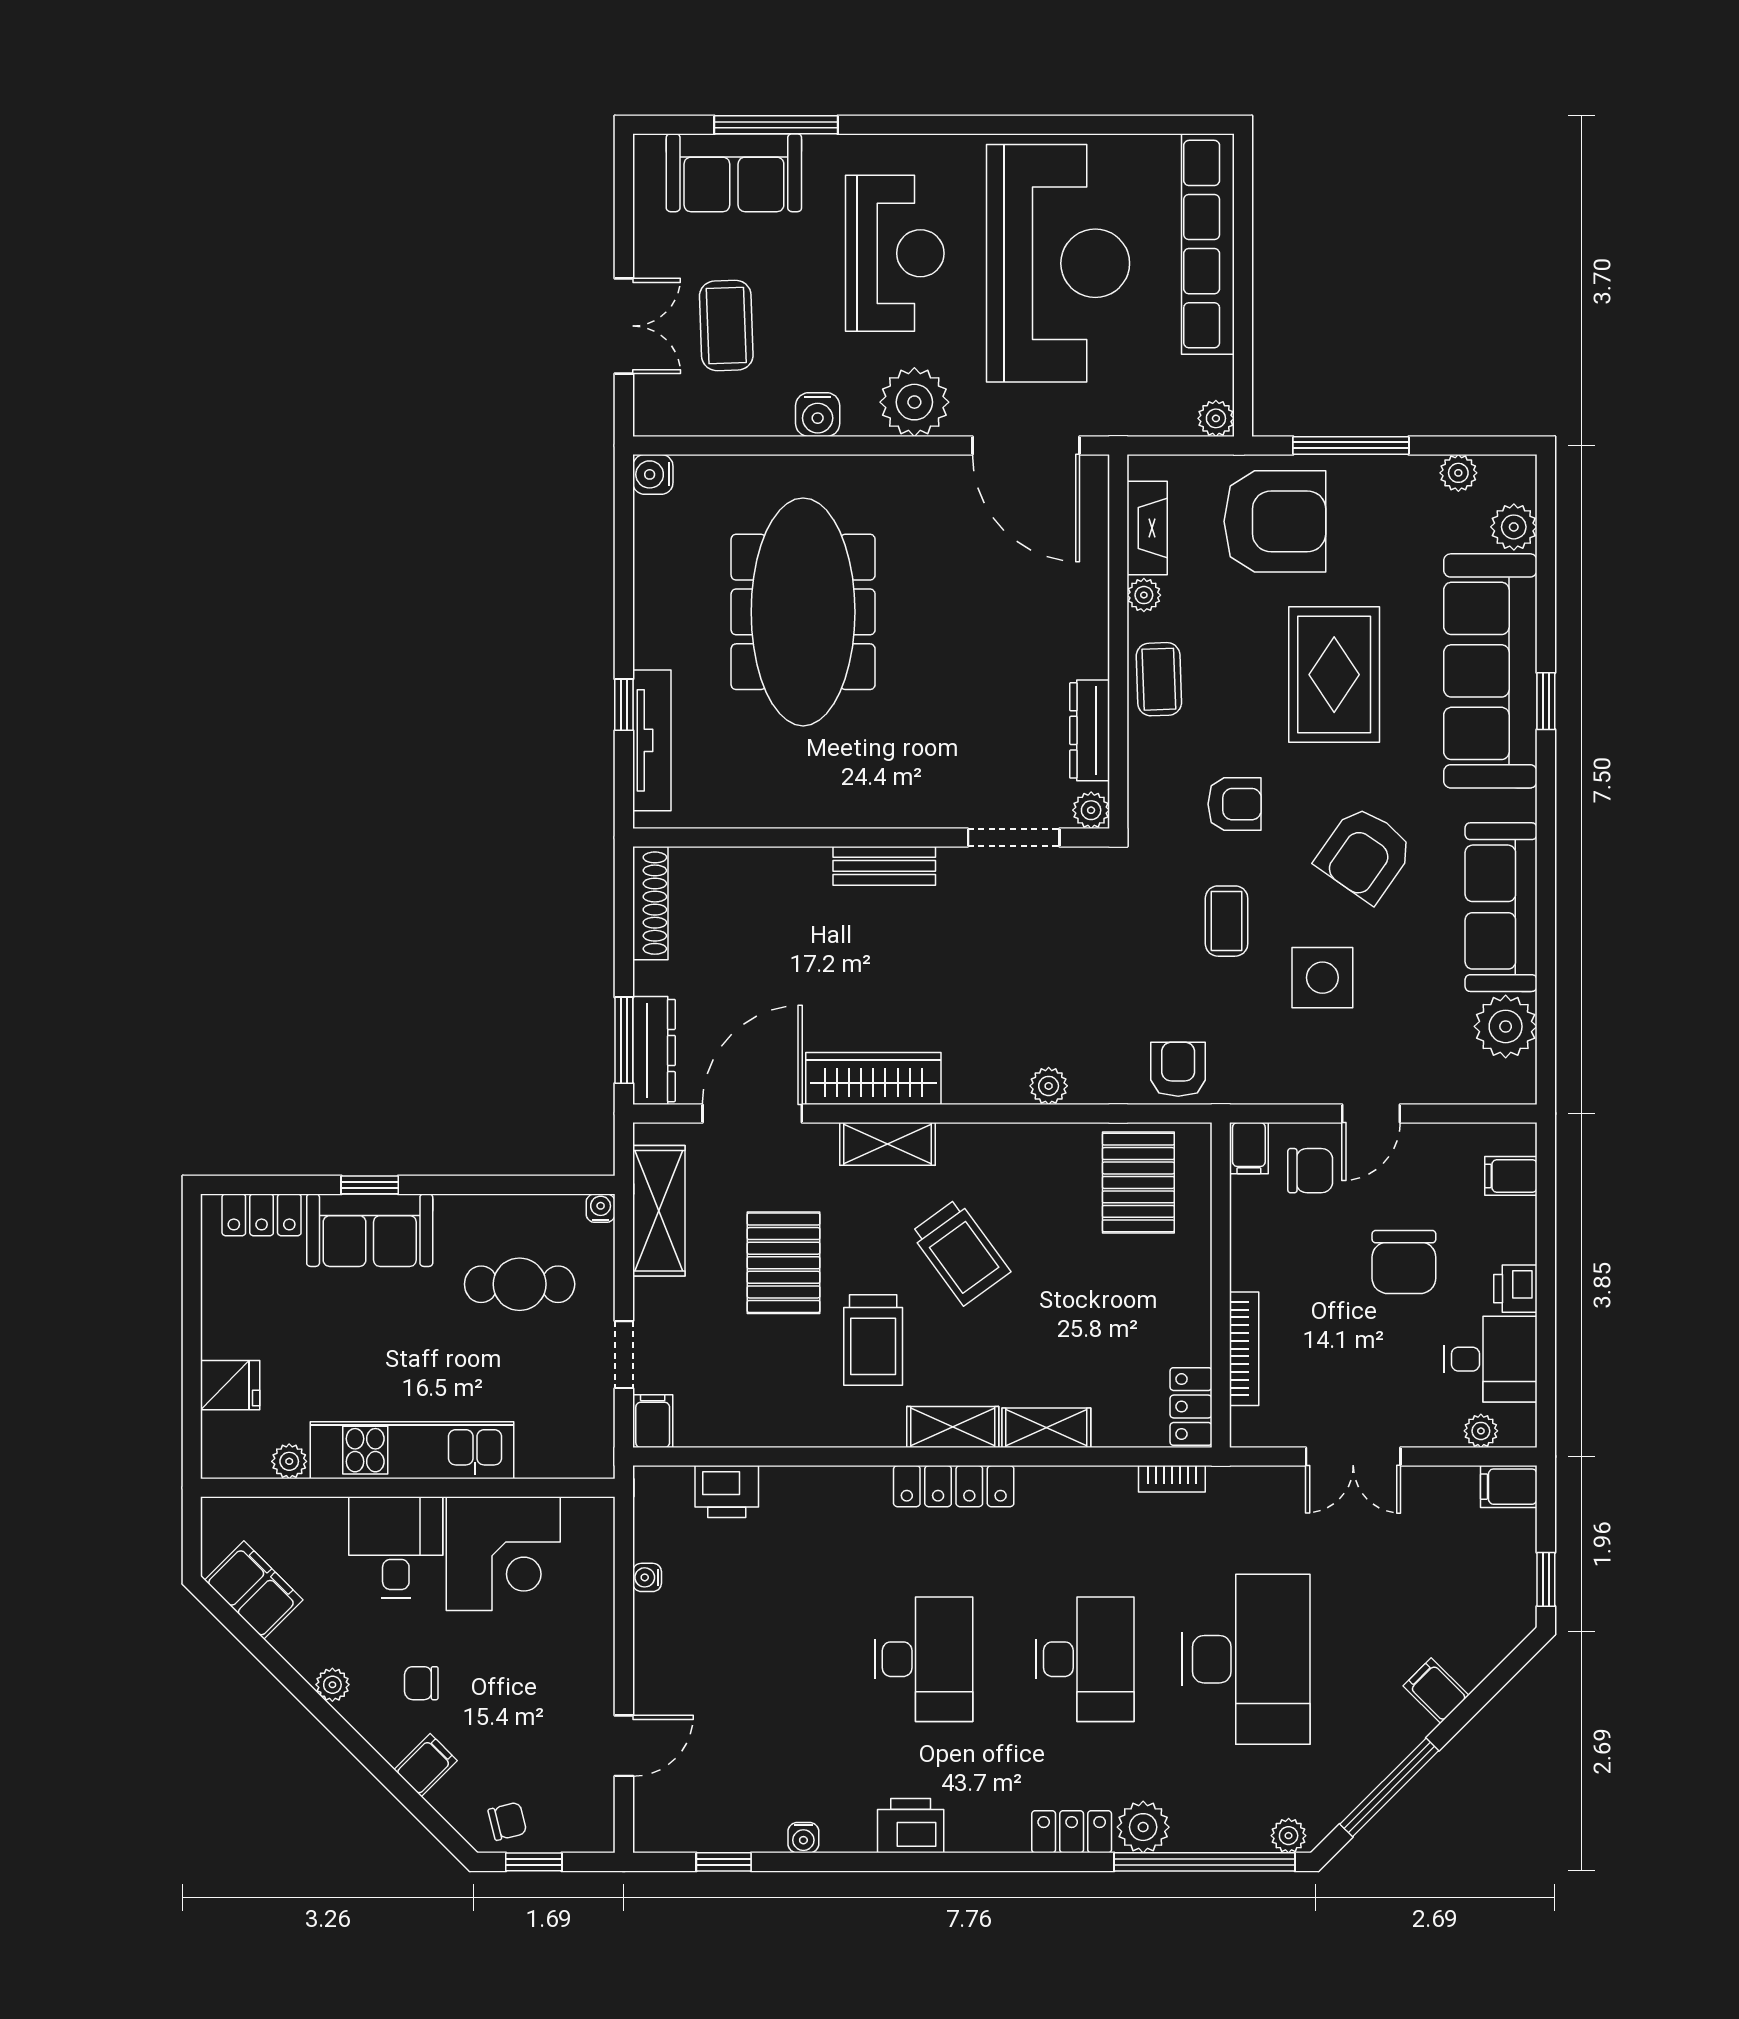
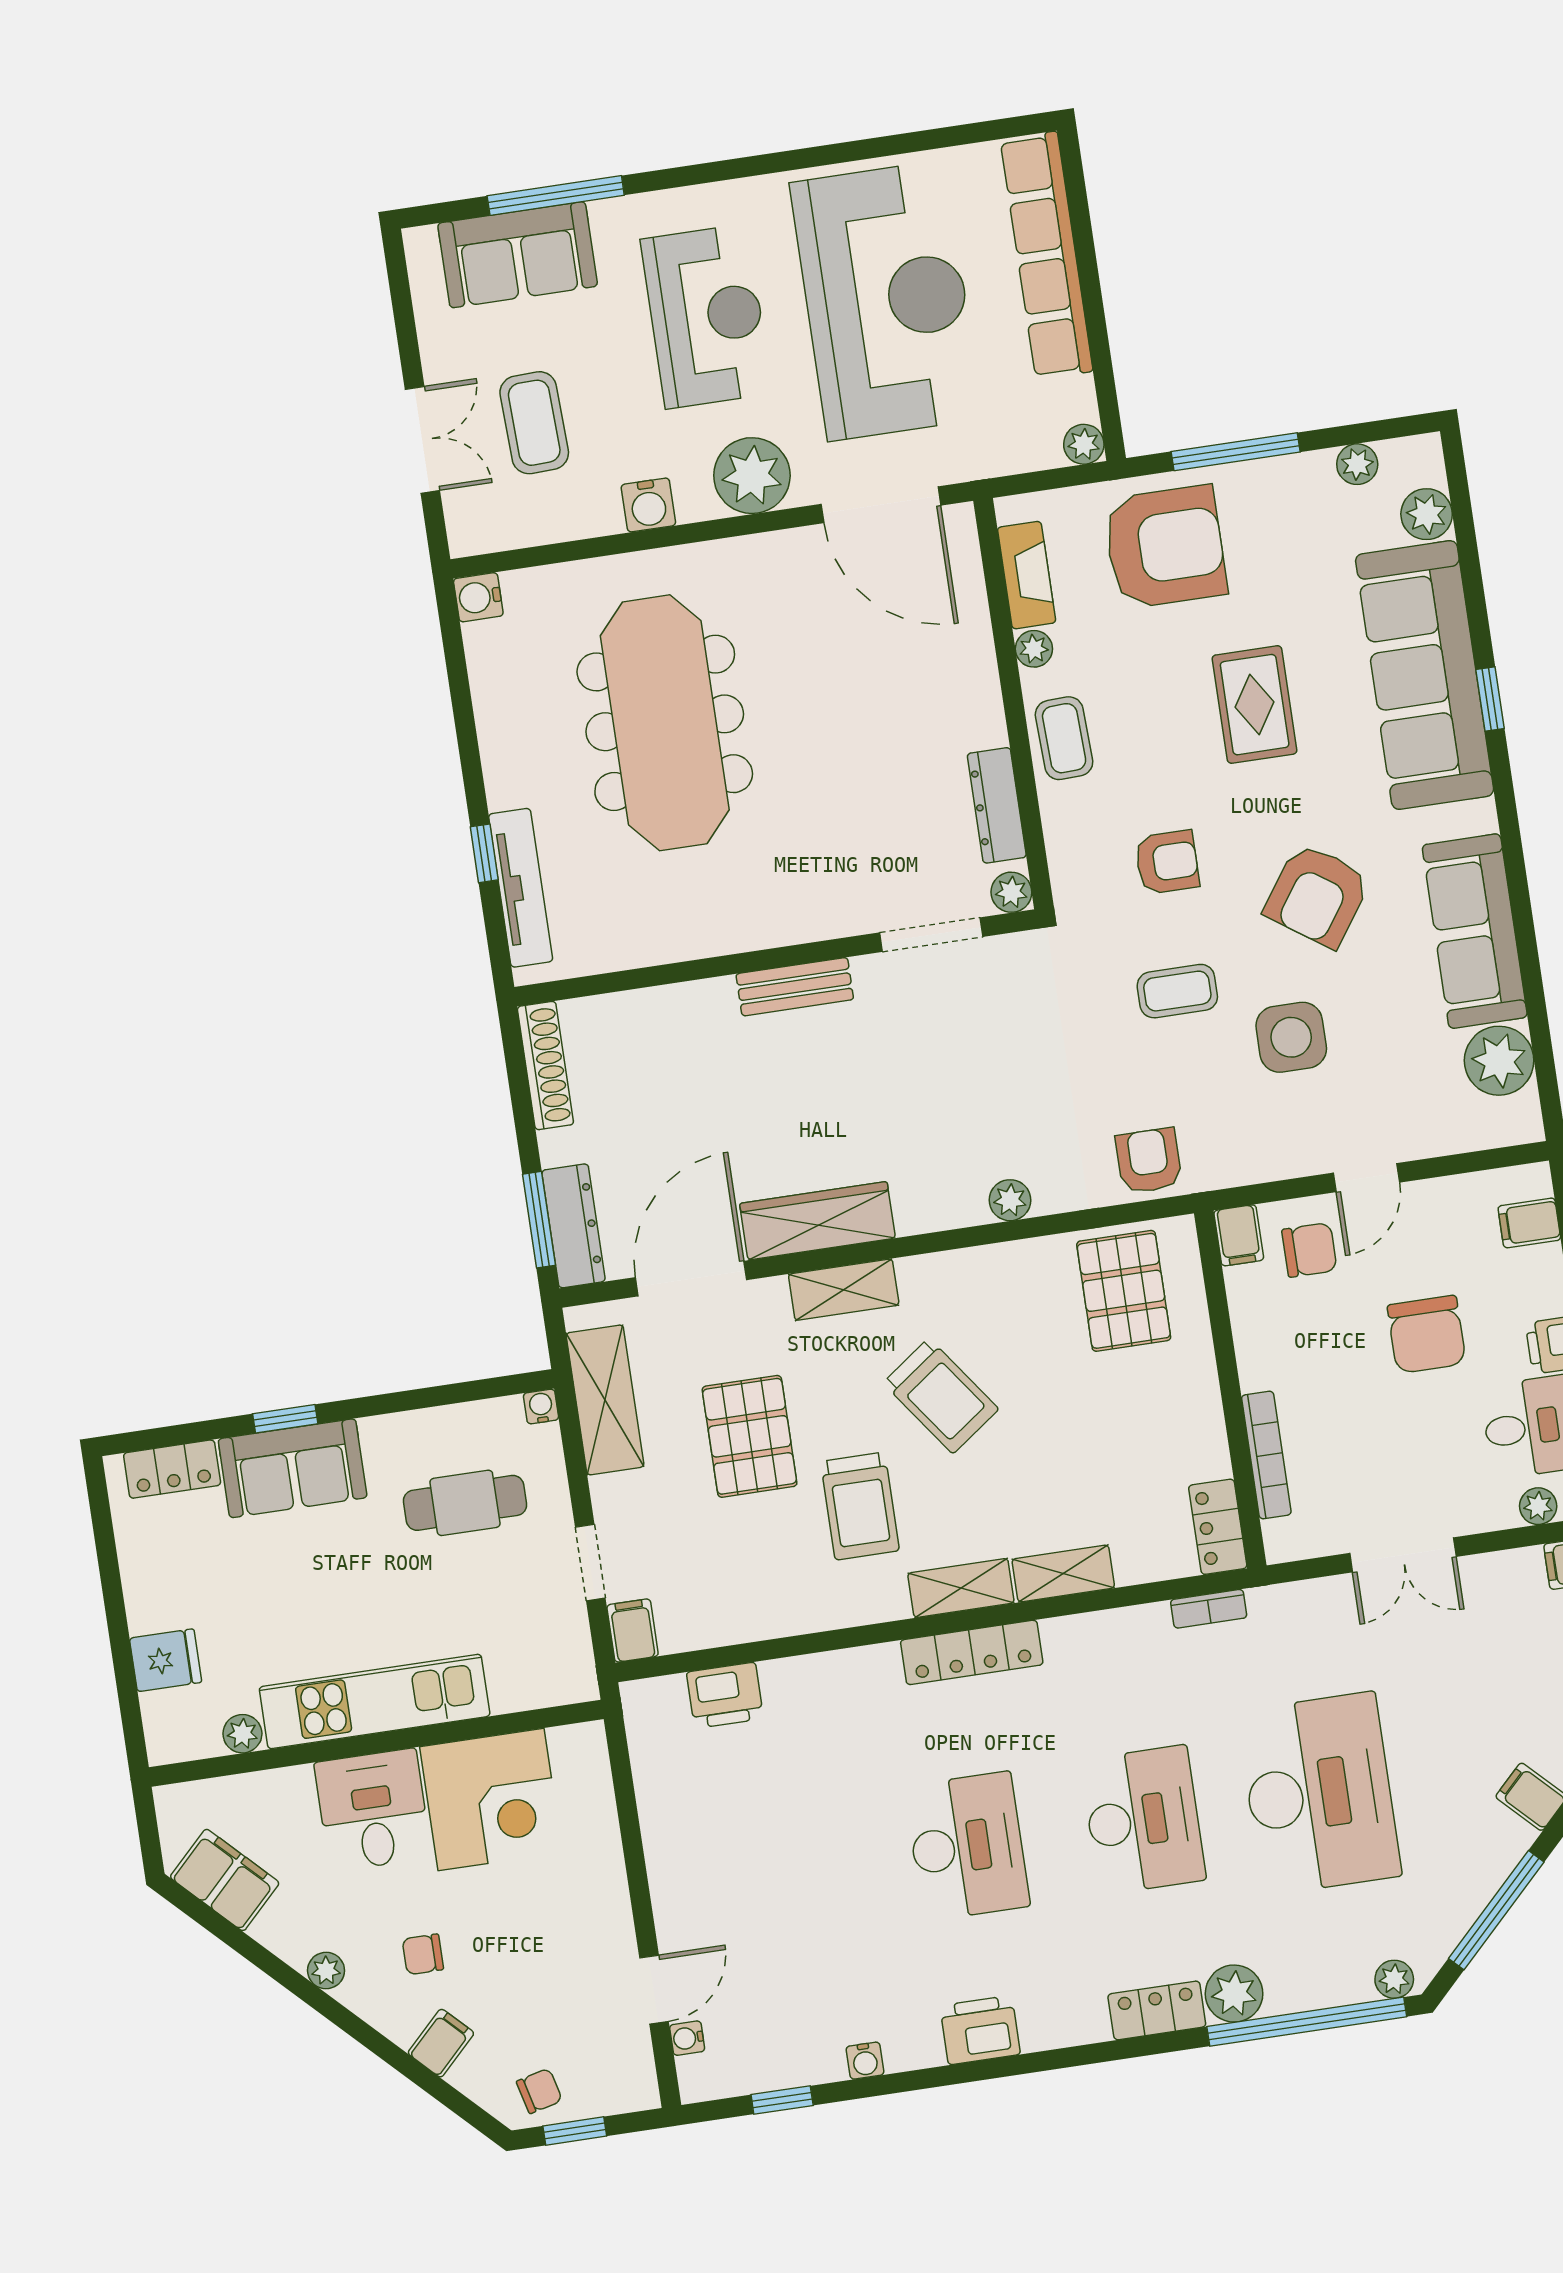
rug: (1334, 675) -> (1255, 705), width x0.73, depth x0.70
coffee table: (1227, 921) -> (1177, 991), turned 90
water cooler: (647, 1577) -> (687, 2038), moved

